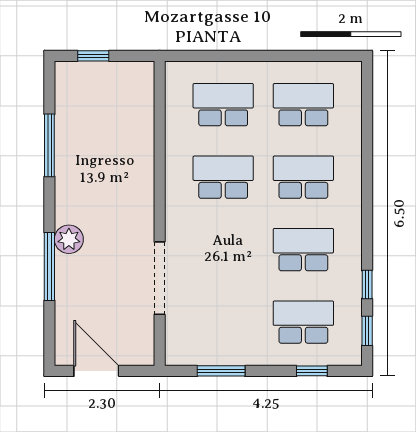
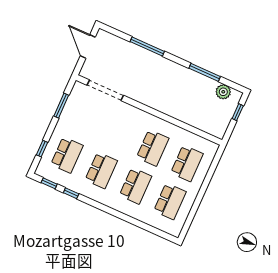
plant: (69, 239) -> (223, 92), moved
doorway: (160, 278) -> (105, 90), moved
door: (96, 371) -> (88, 47), swing flipped

